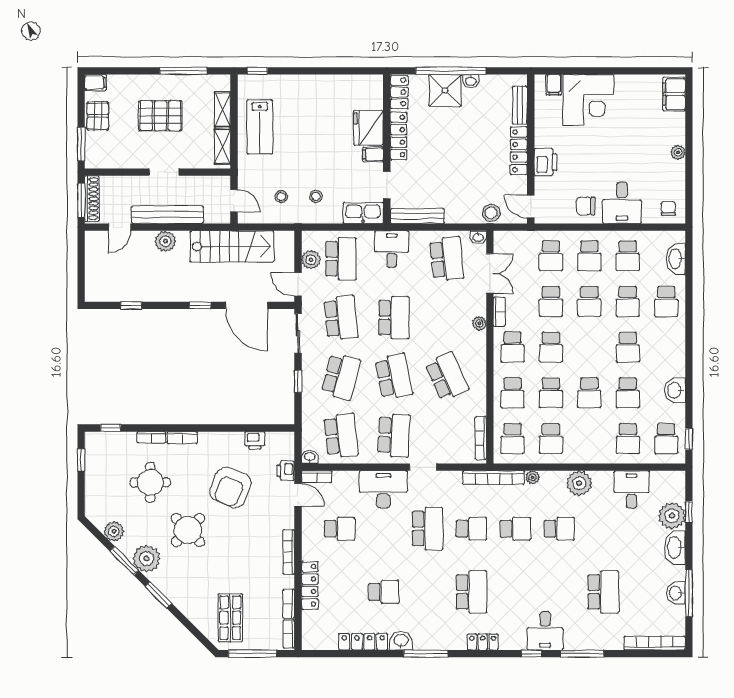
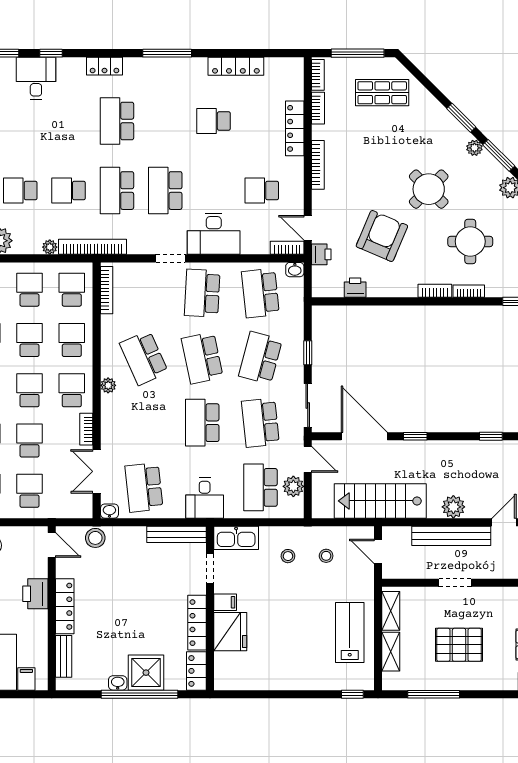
plant: (479, 323) -> (108, 385), moved
school desk: (471, 529) -> (117, 191), width x1.85
plant: (146, 559) -> (474, 148), width x0.53, depth x0.53
shop shelf: (230, 618) -> (382, 93), turned 90
washbasin: (401, 641) -> (194, 67), removed

